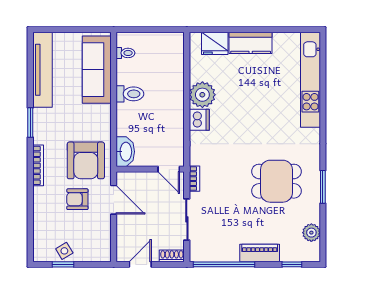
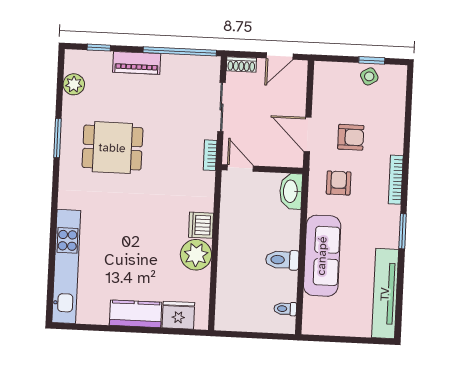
sofa: (97, 70) -> (322, 256), moved
armchair: (86, 160) -> (339, 183), width x0.53, depth x0.53

